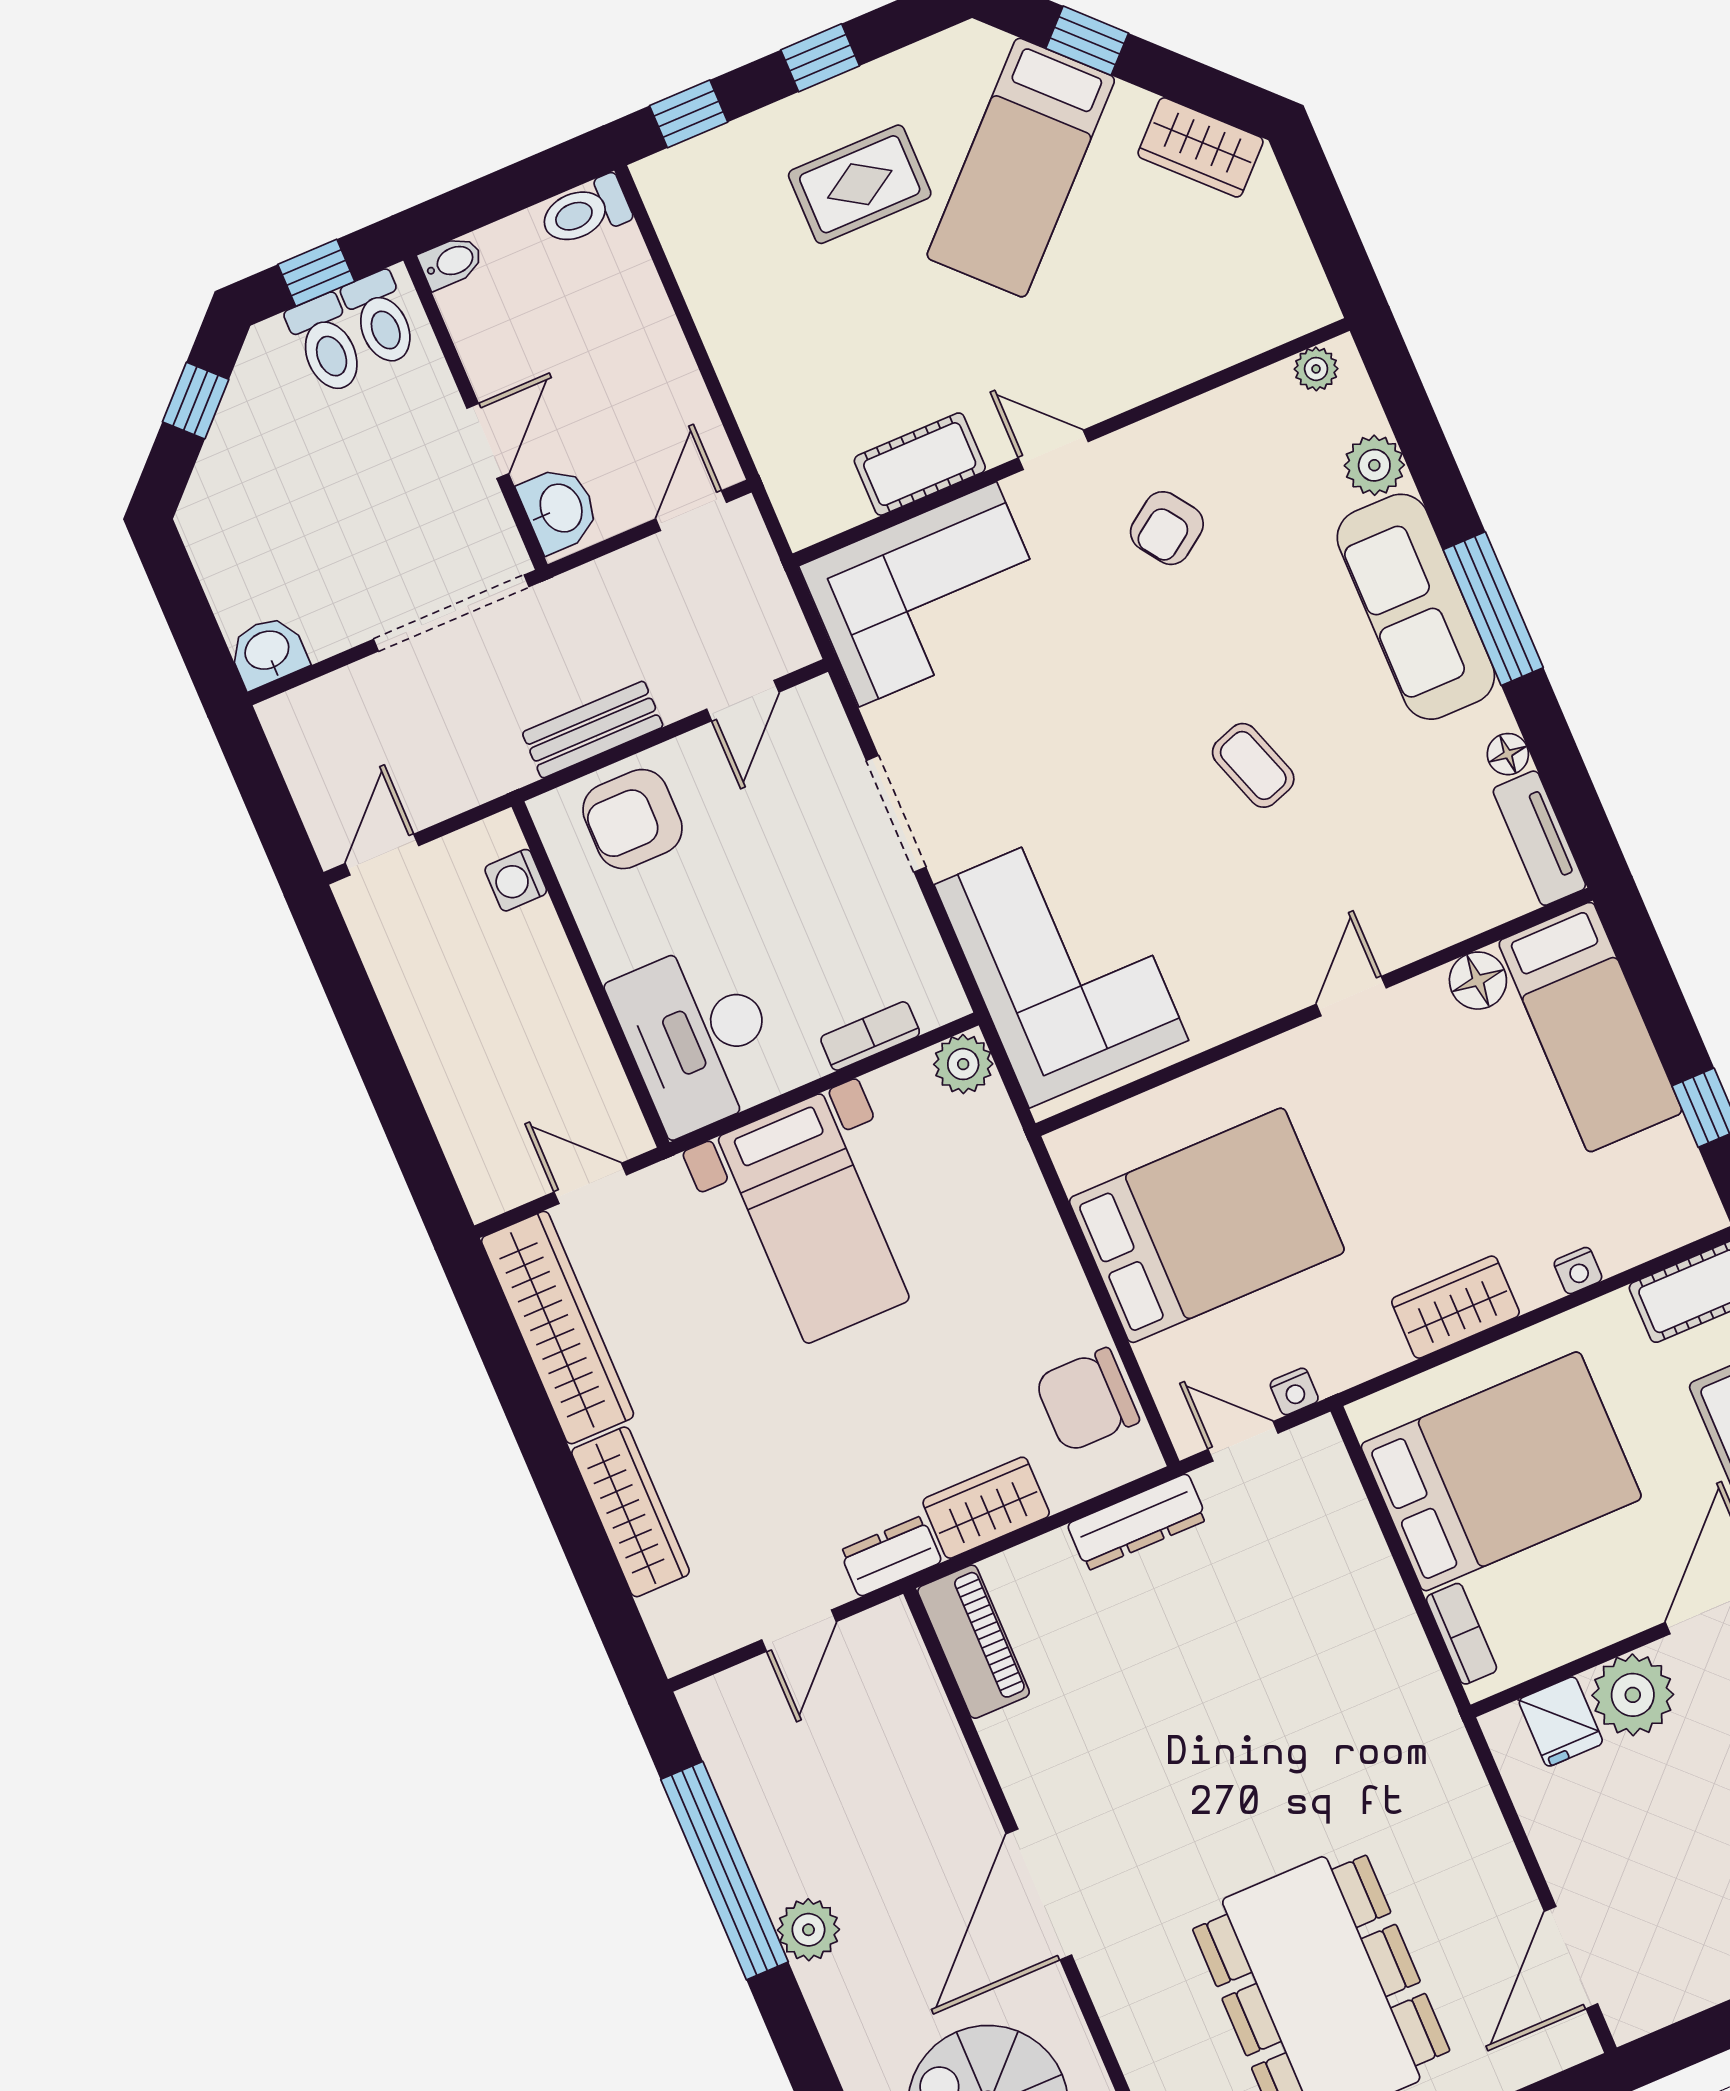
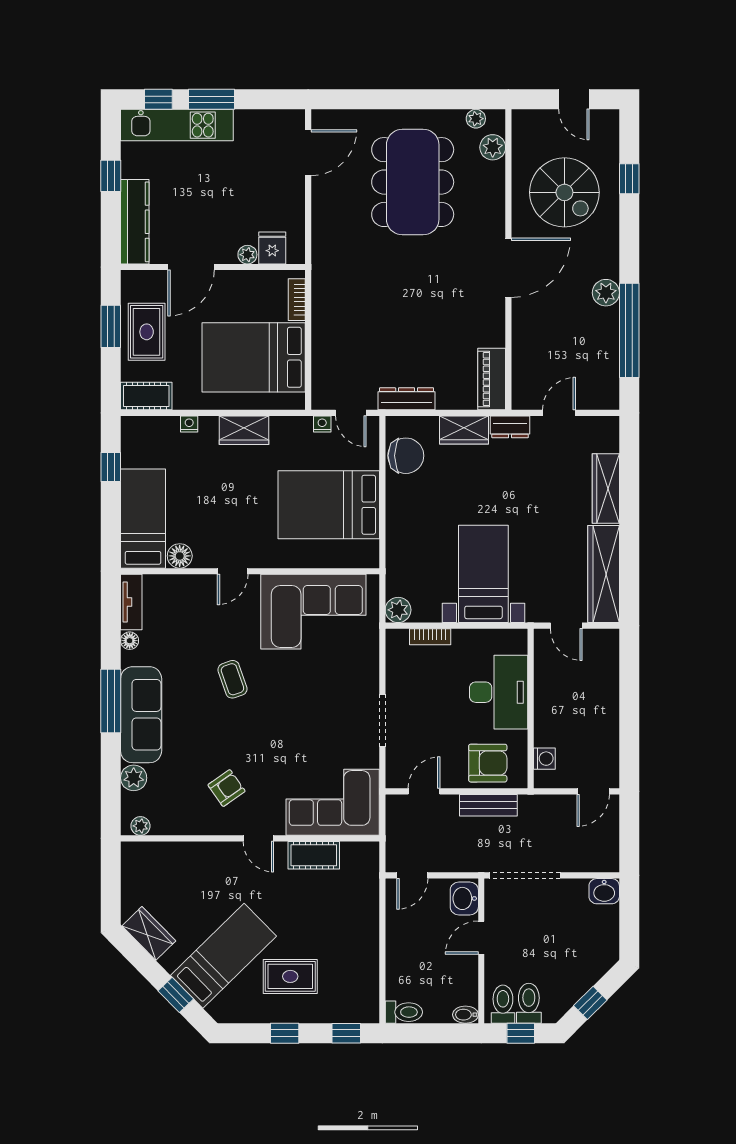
corner sofa: (1061, 962) -> (313, 612), moved, turned -90
desk: (698, 1037) -> (499, 692), moved
plant: (1633, 1695) -> (247, 255), width x0.53, depth x0.53

